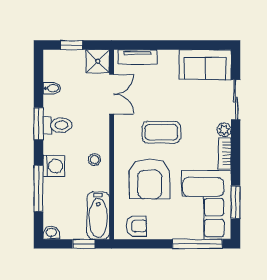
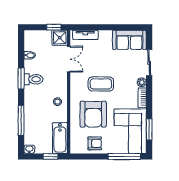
window: (72, 45) -> (54, 27), moved
washing machine: (54, 166) -> (31, 106), removed
armchair: (136, 226) -> (95, 143), moved

